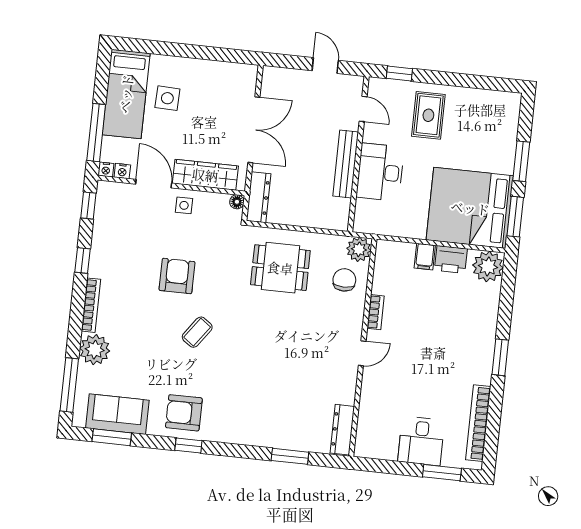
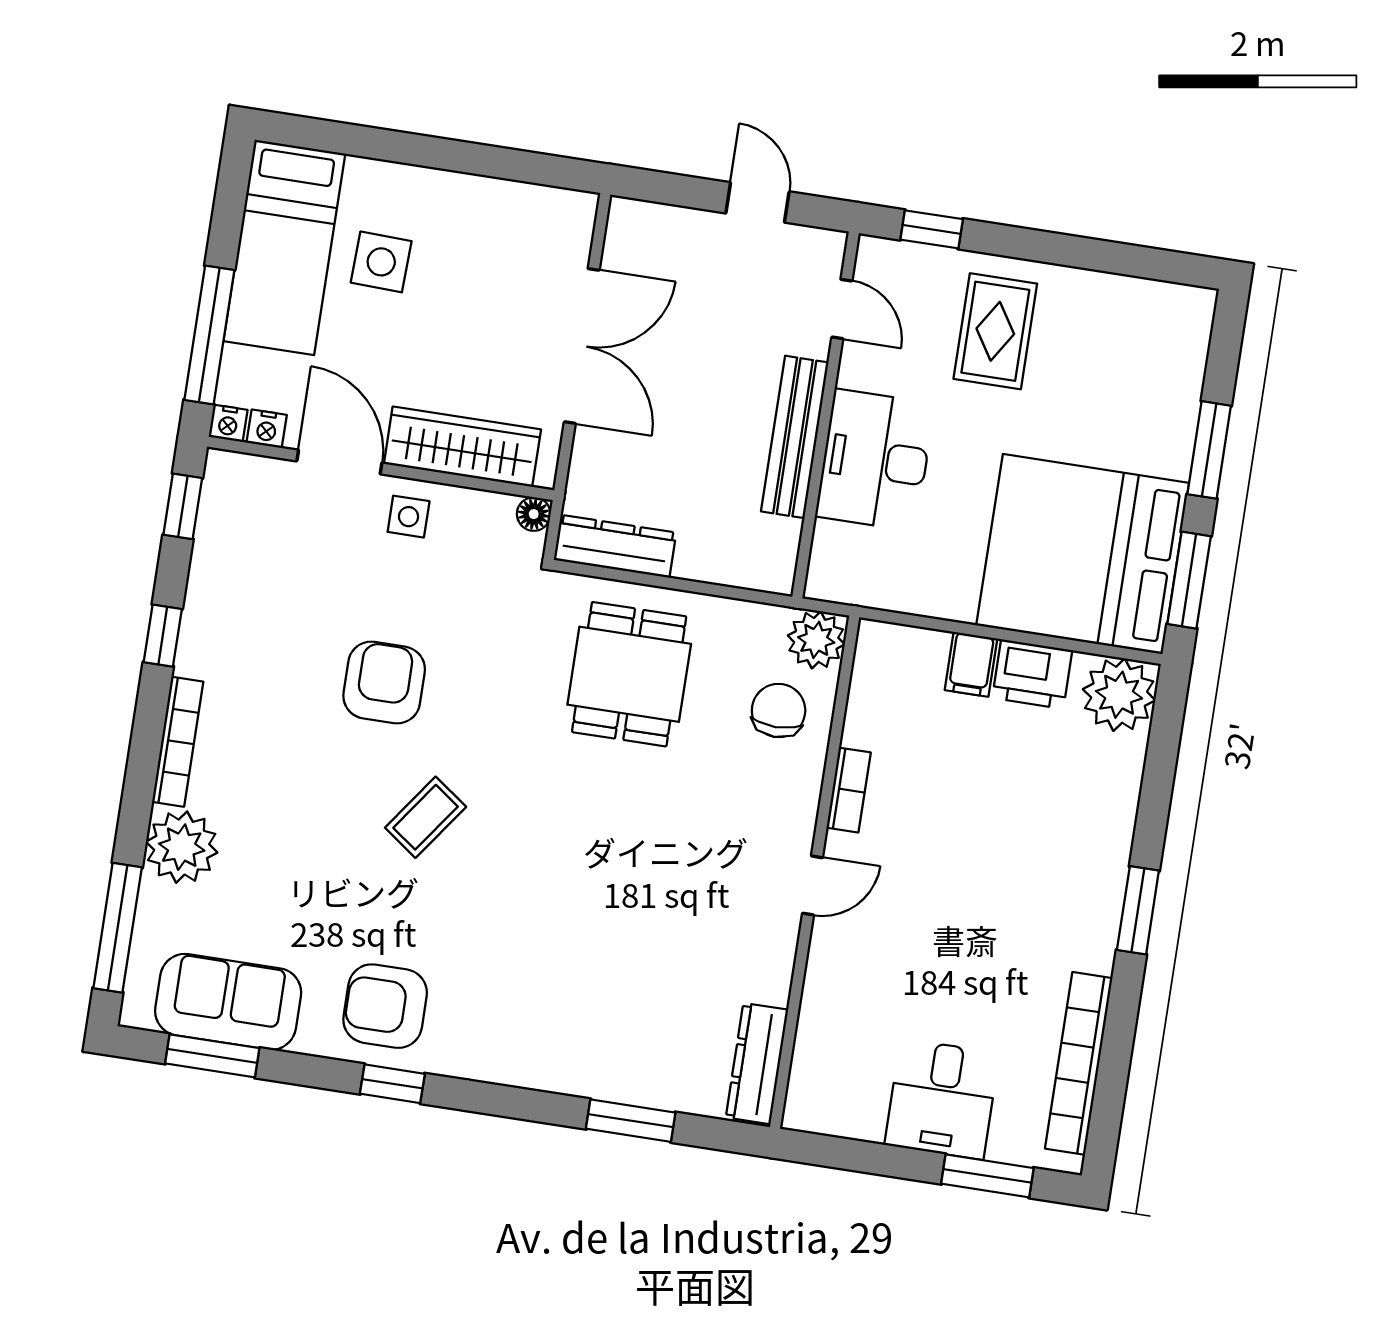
dresser: (258, 197) -> (615, 546), moved, turned -90
dining table: (280, 268) -> (629, 674), turned 90

